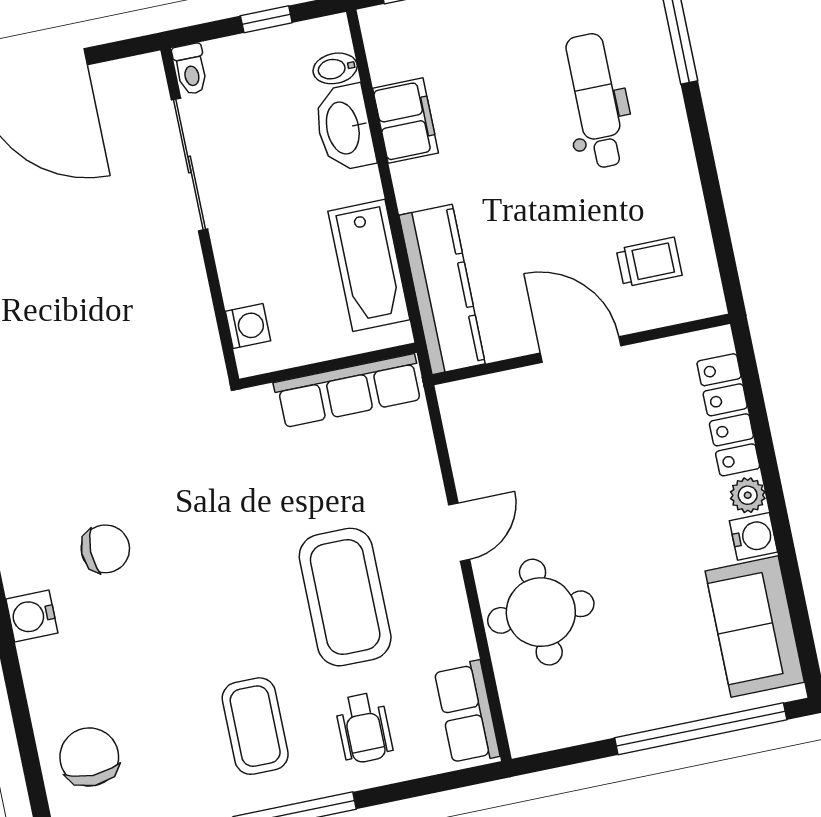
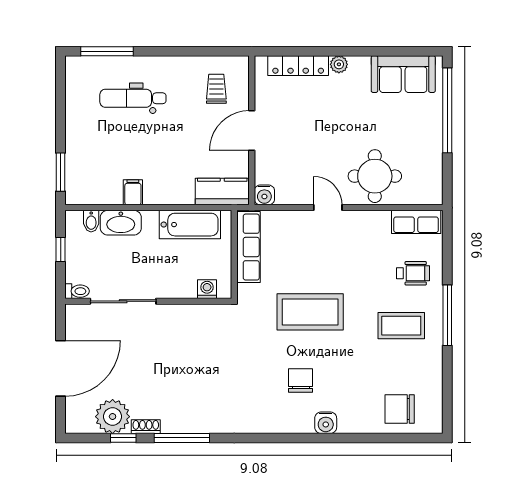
filing cabinet: (406, 121) -> (133, 192), width x0.50
kitchen counter: (442, 289) -> (222, 192), width x0.67
water cooler: (753, 536) -> (264, 195), moved, turned 180
coffee table: (345, 597) -> (310, 312), moved

